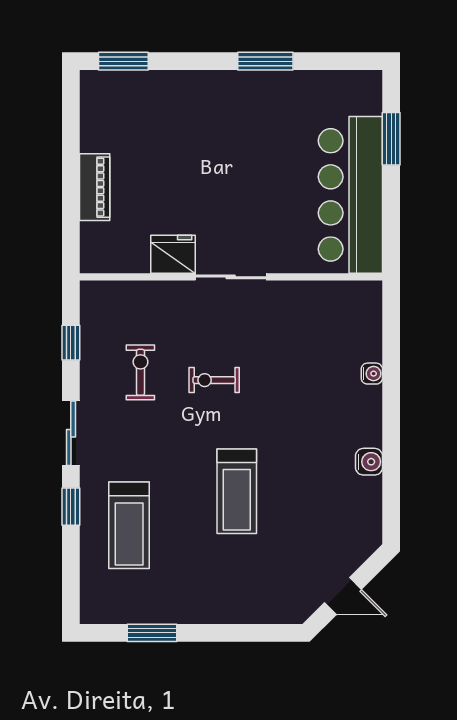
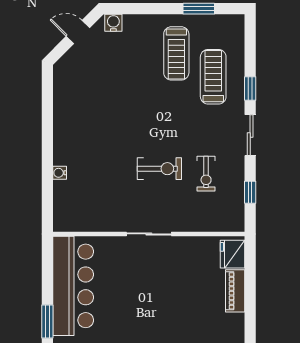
fridge: (173, 254) -> (232, 254), moved, turned 90
exercise bike: (214, 380) -> (159, 169), width x1.38, depth x1.39
water cooler: (369, 462) -> (113, 23), moved, turned 90
treadmill: (237, 491) -> (176, 53), moved, turned 180

